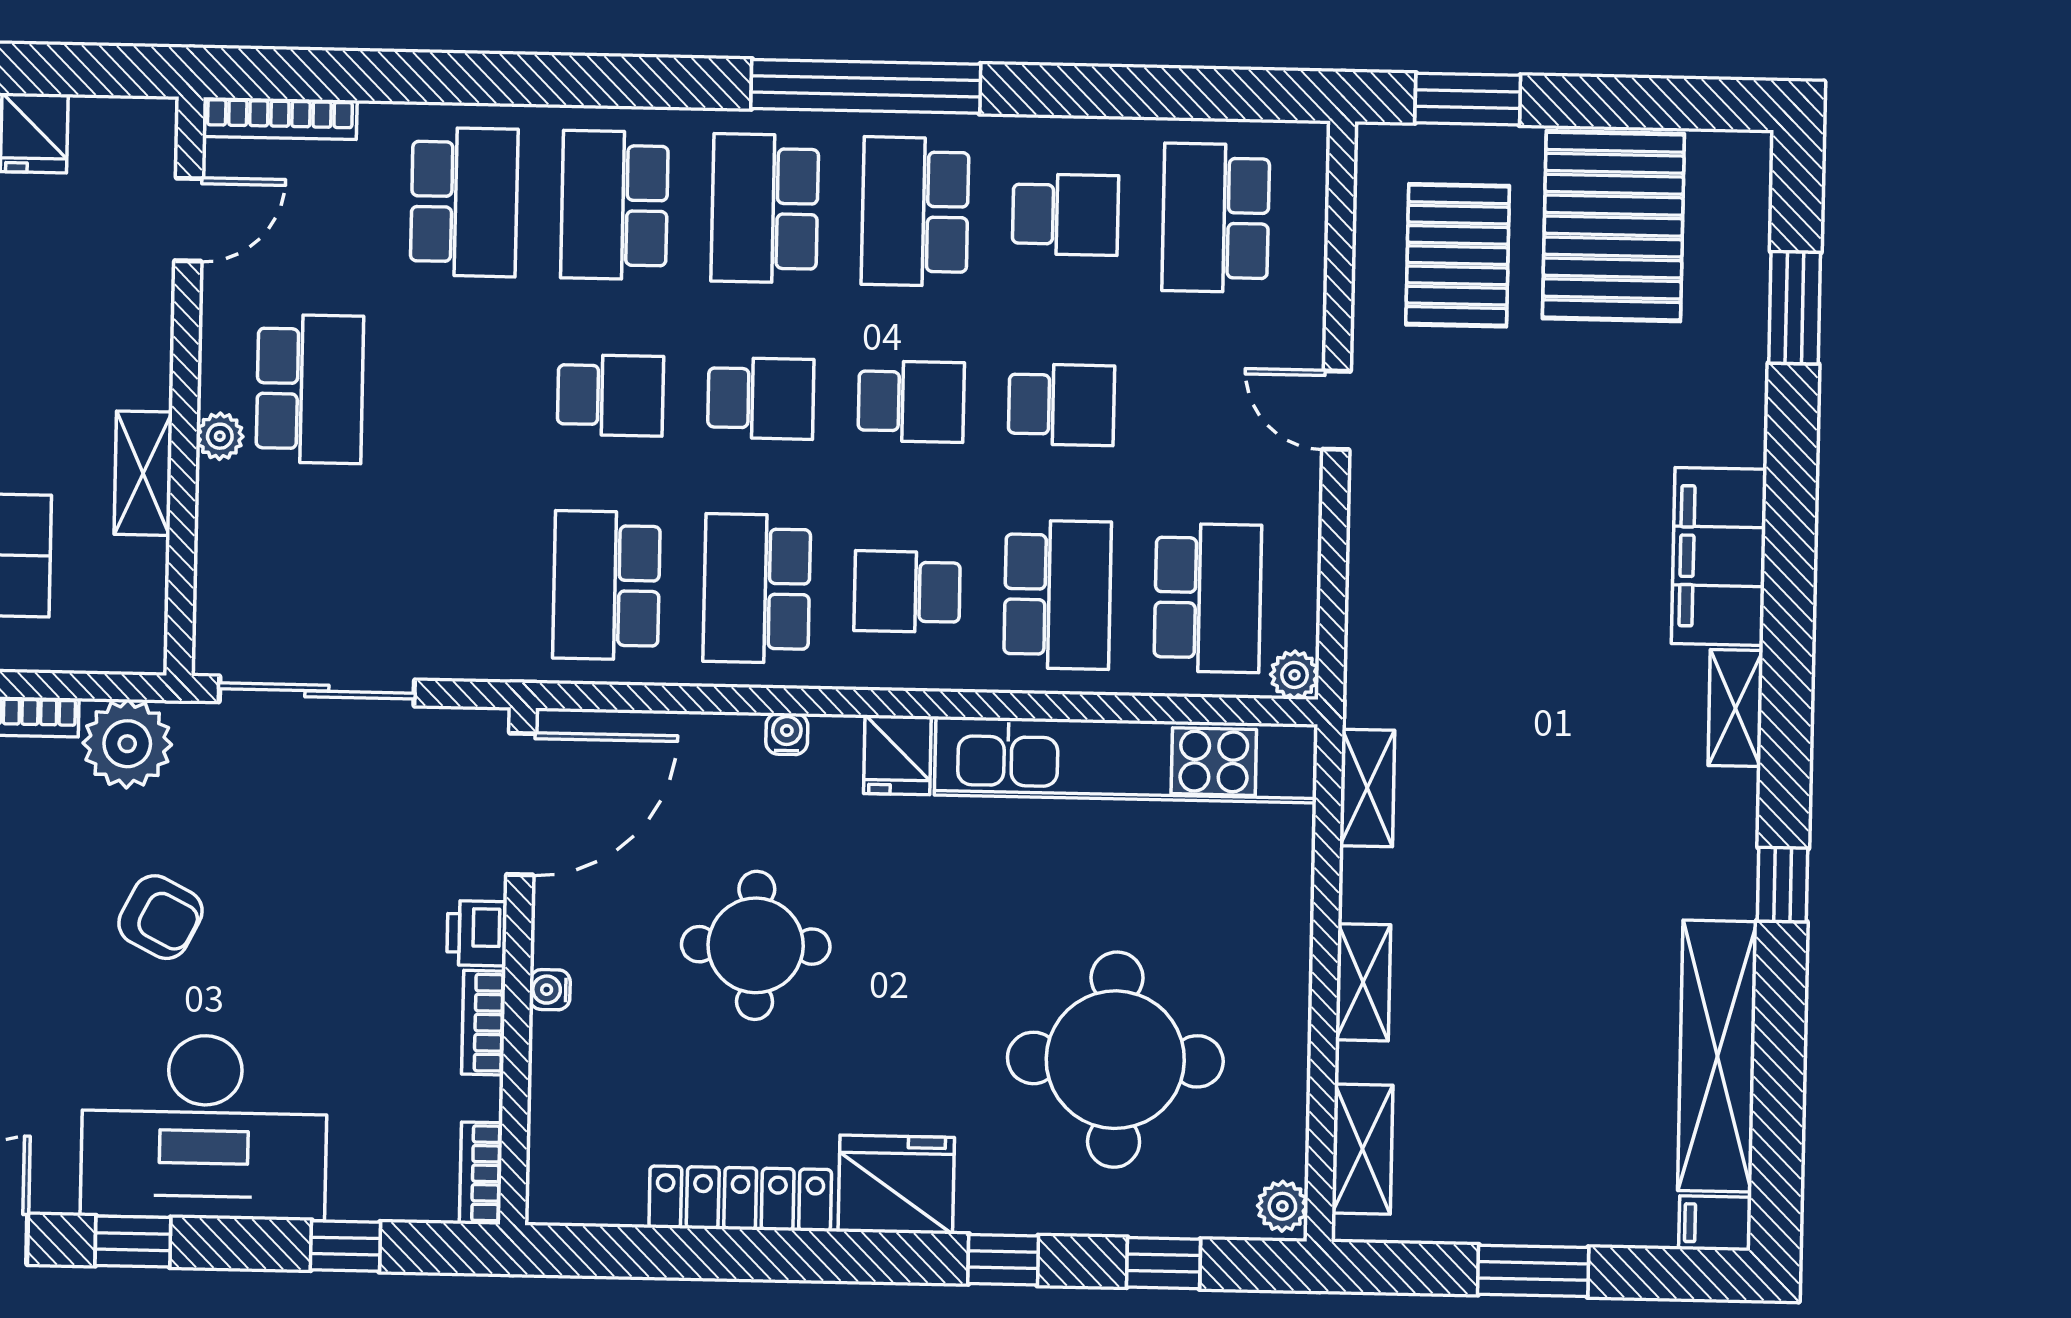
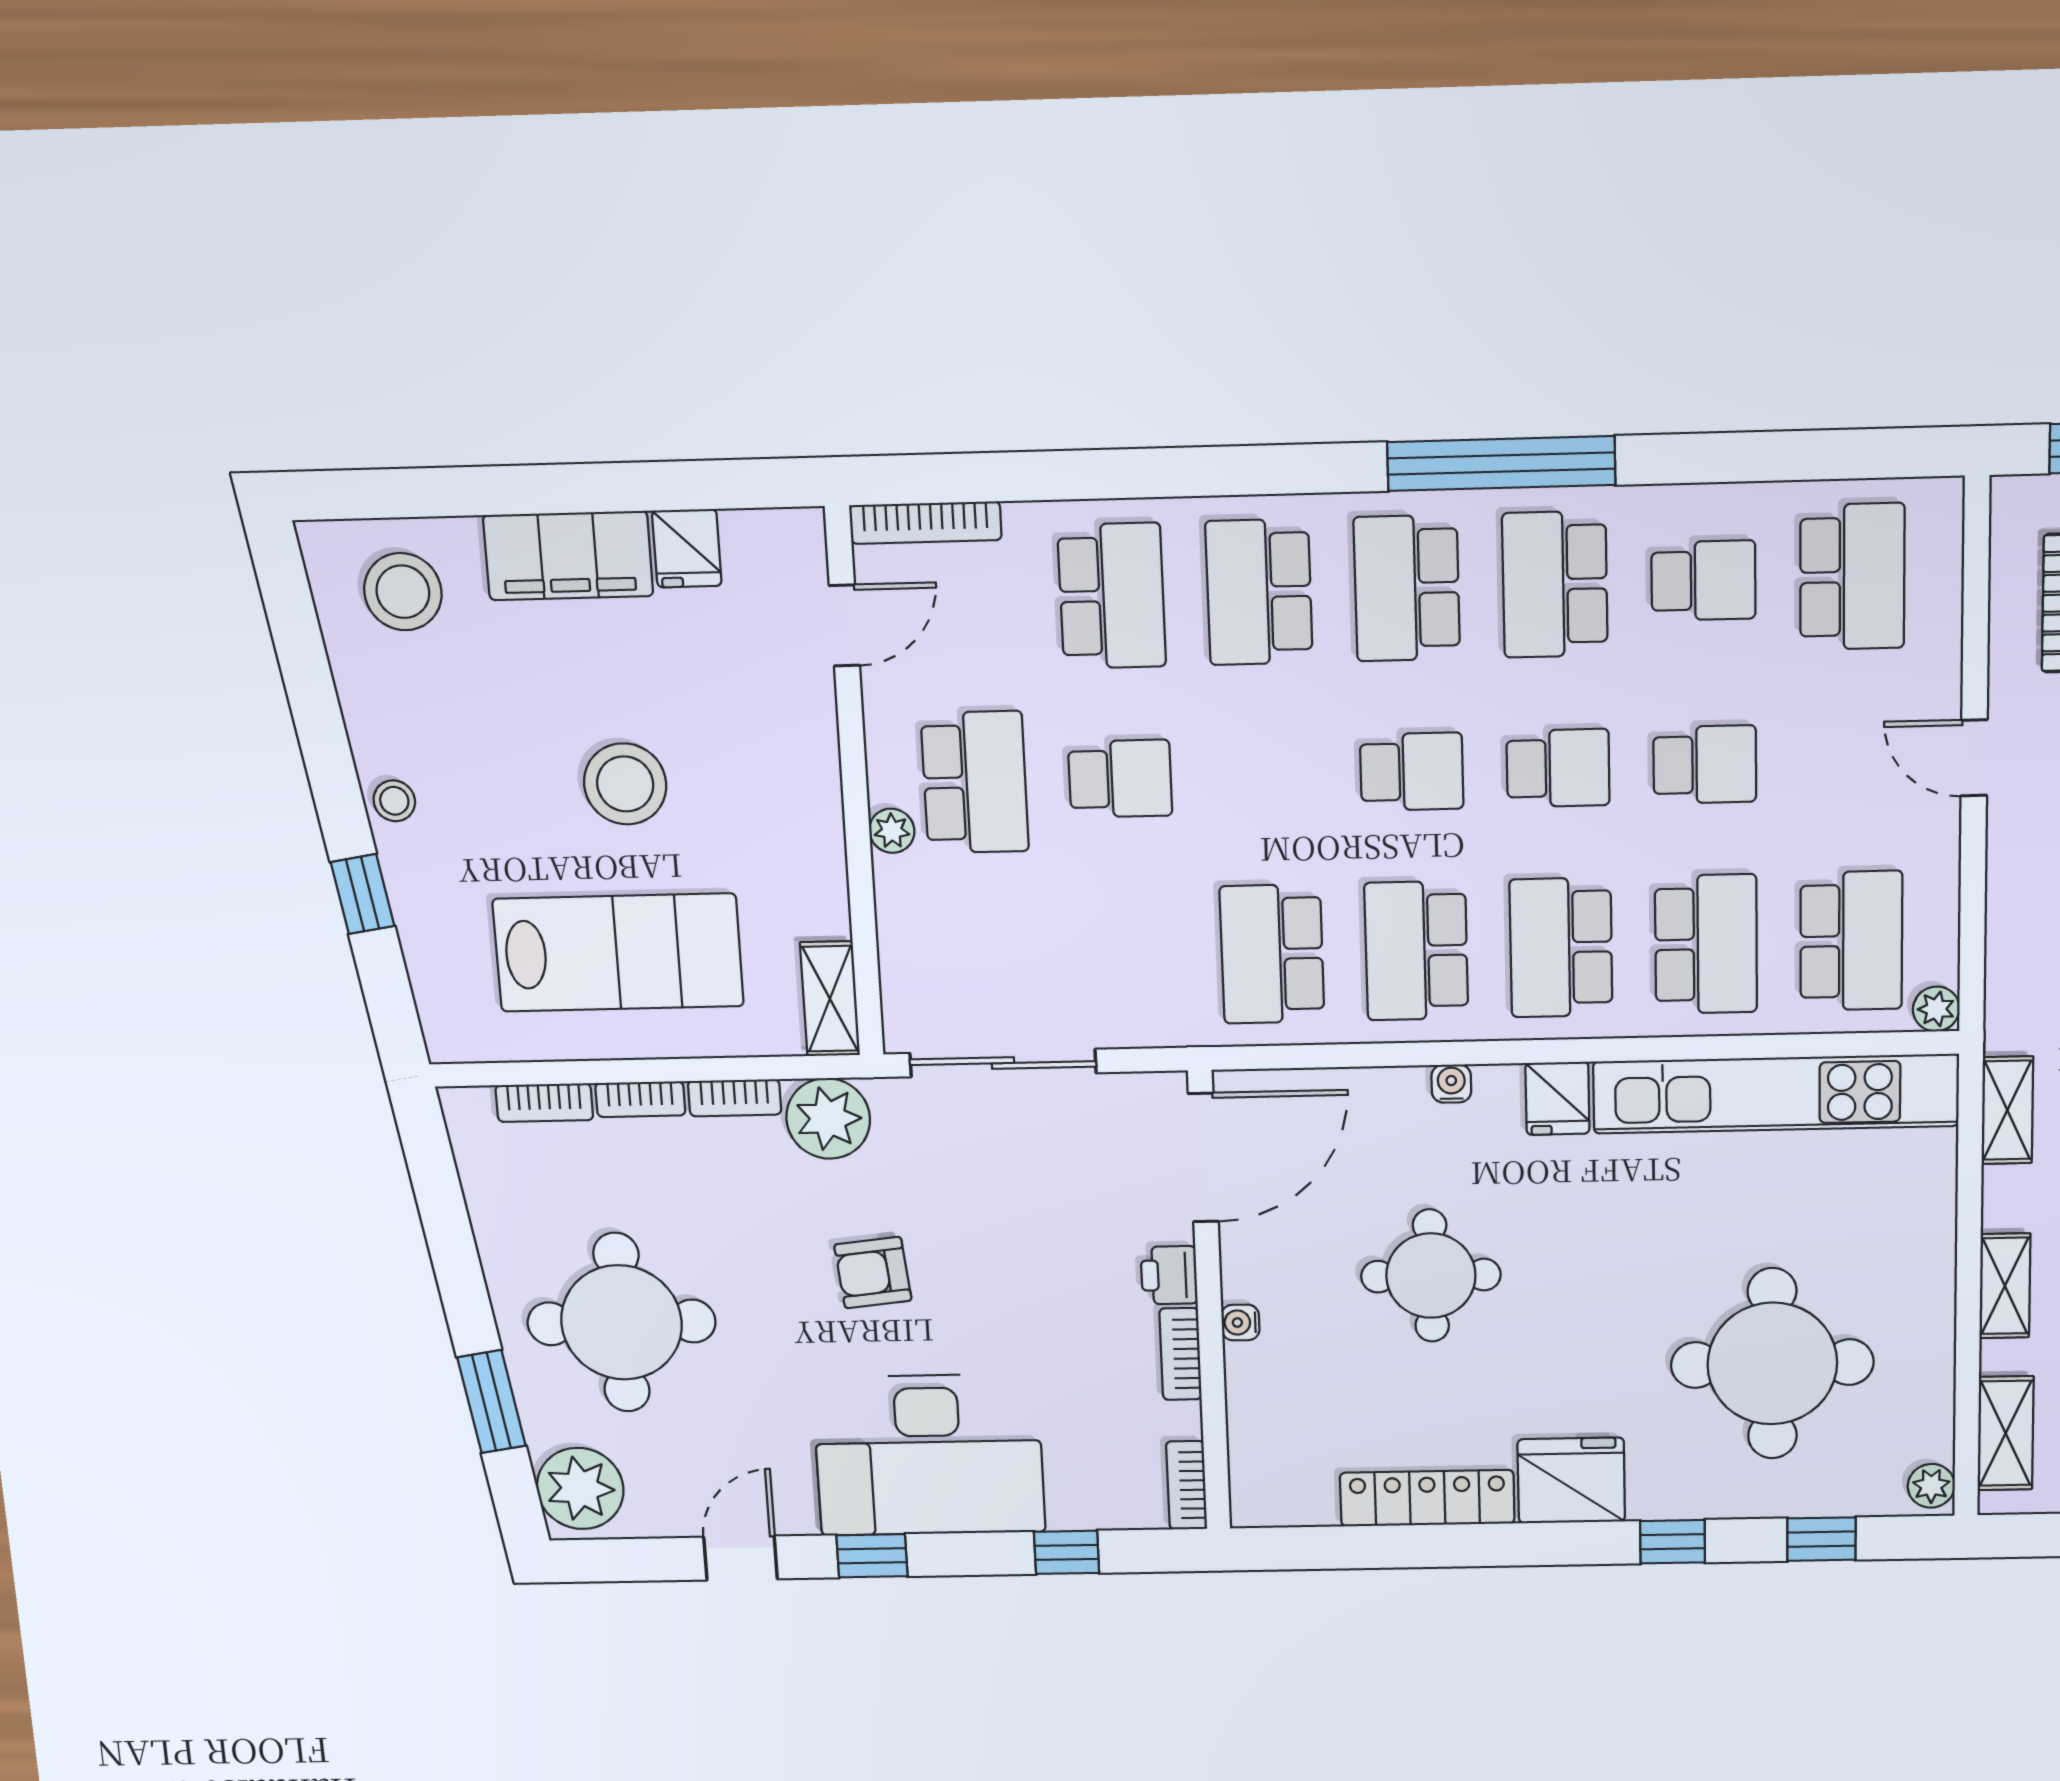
school desk: (1216, 218) -> (1852, 577), turned 180
school desk: (610, 395) -> (1120, 779), moved
shelving: (143, 473) -> (830, 999), moved
school desk: (907, 592) -> (1561, 947), width x1.85
armchair: (160, 917) -> (873, 1273), turned 147

